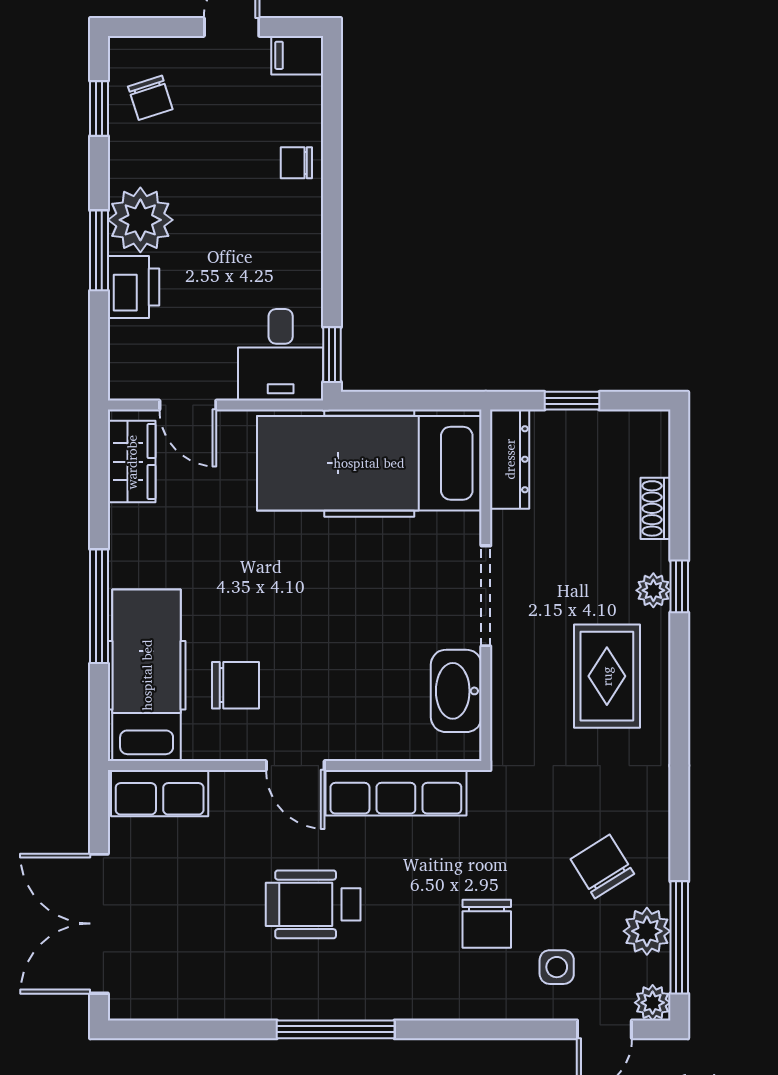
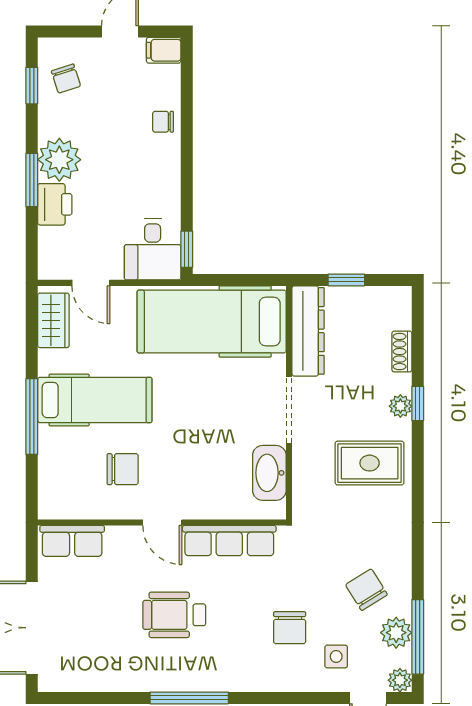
dresser: (510, 459) -> (308, 331), width x1.37, depth x1.24
hospital bed: (147, 675) -> (95, 400), moved, turned 90
rug: (607, 676) -> (370, 463), turned 90

